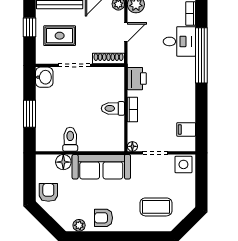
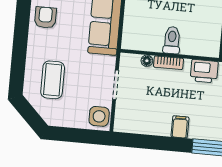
filing cabinet: (186, 129) -> (180, 127), moved
floor lamp: (132, 146) -> (147, 61), moved

